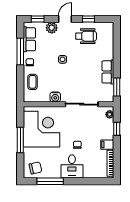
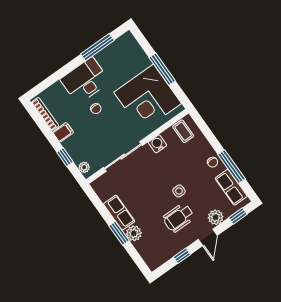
wheelchair: (86, 36) -> (179, 218), moved
plant: (108, 53) -> (134, 233), added
coffee table: (33, 82) -> (183, 131), moved
window: (117, 87) -> (119, 233), moved
desk: (72, 166) -> (85, 81), width x1.37
chair: (35, 168) -> (124, 50), removed

